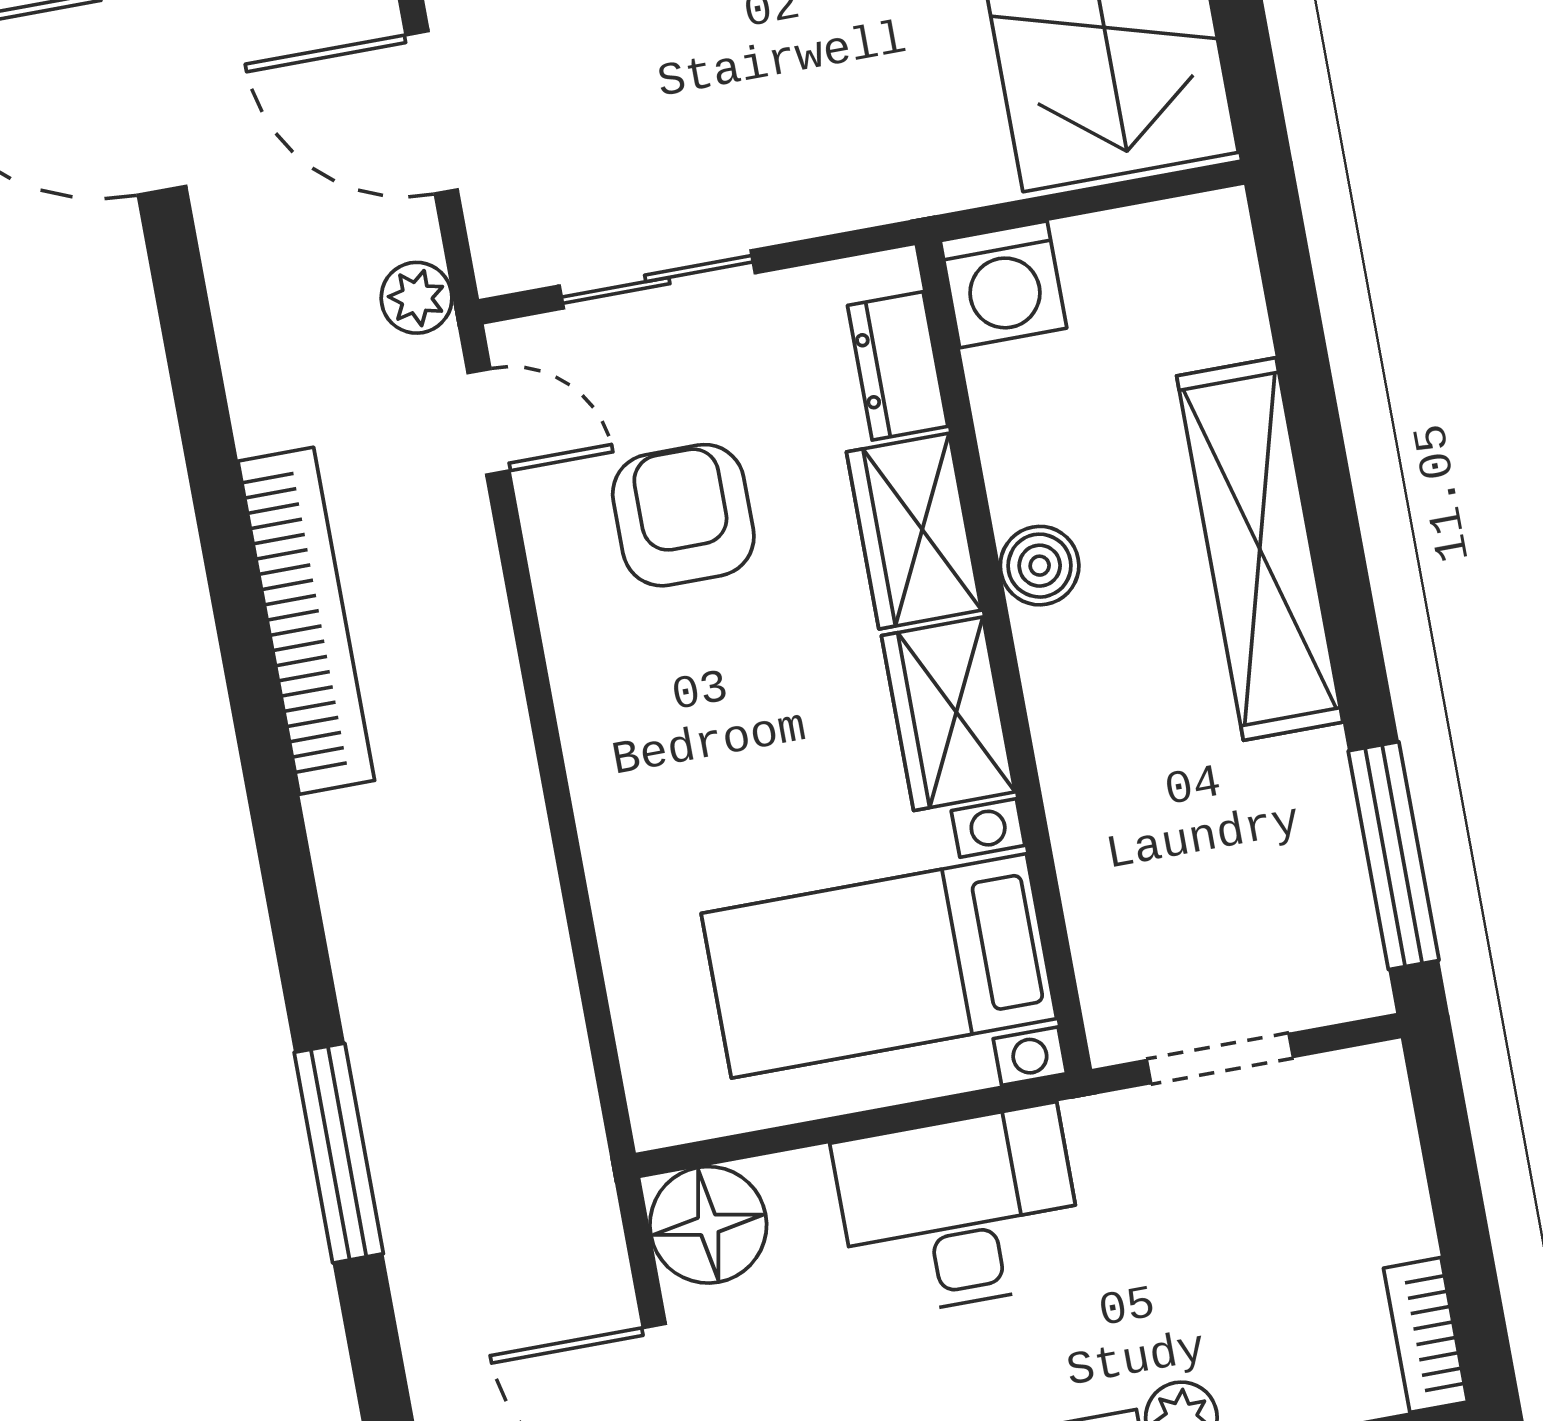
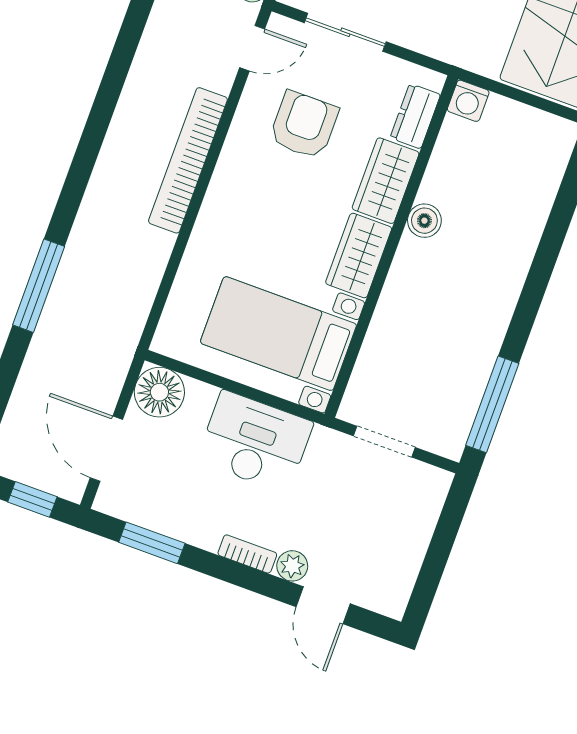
washing machine: (1003, 284) -> (468, 101), width x0.73, depth x0.73
door: (488, 422) -> (252, 48), hinge flipped
shelving: (1260, 549) -> (509, 262), removed
bookcase: (306, 621) -> (188, 160), moved, turned 180
bookcase: (1426, 1335) -> (400, 588), removed

